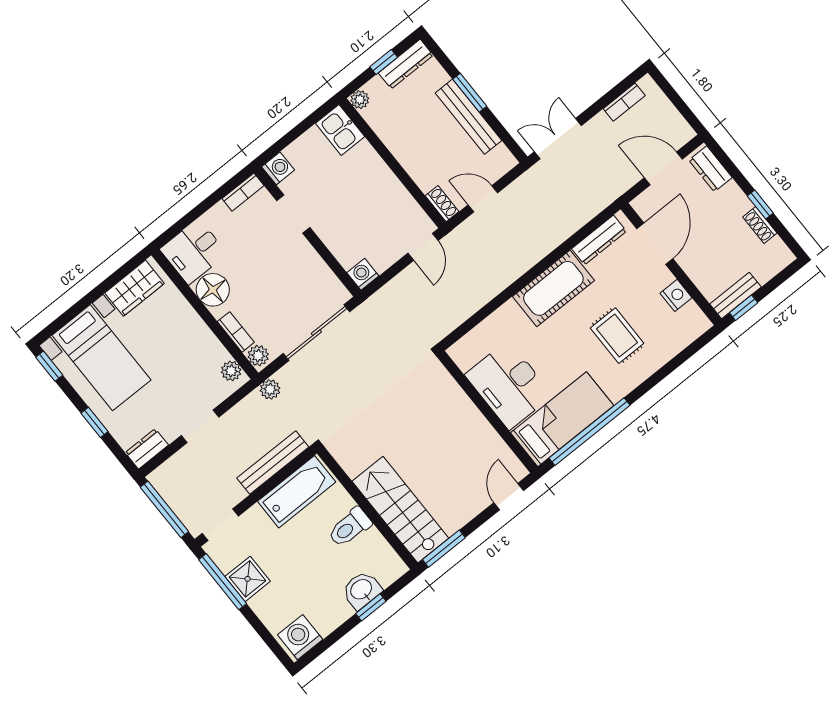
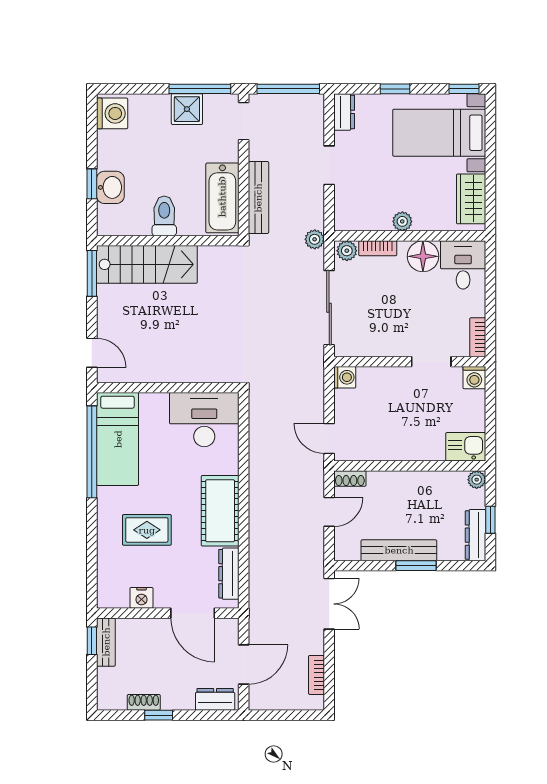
plant: (231, 371) -> (402, 221), moved
desk: (509, 385) -> (204, 420), moved

